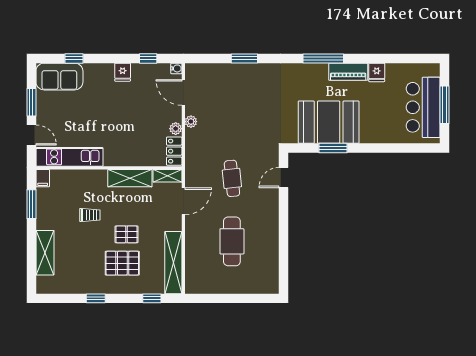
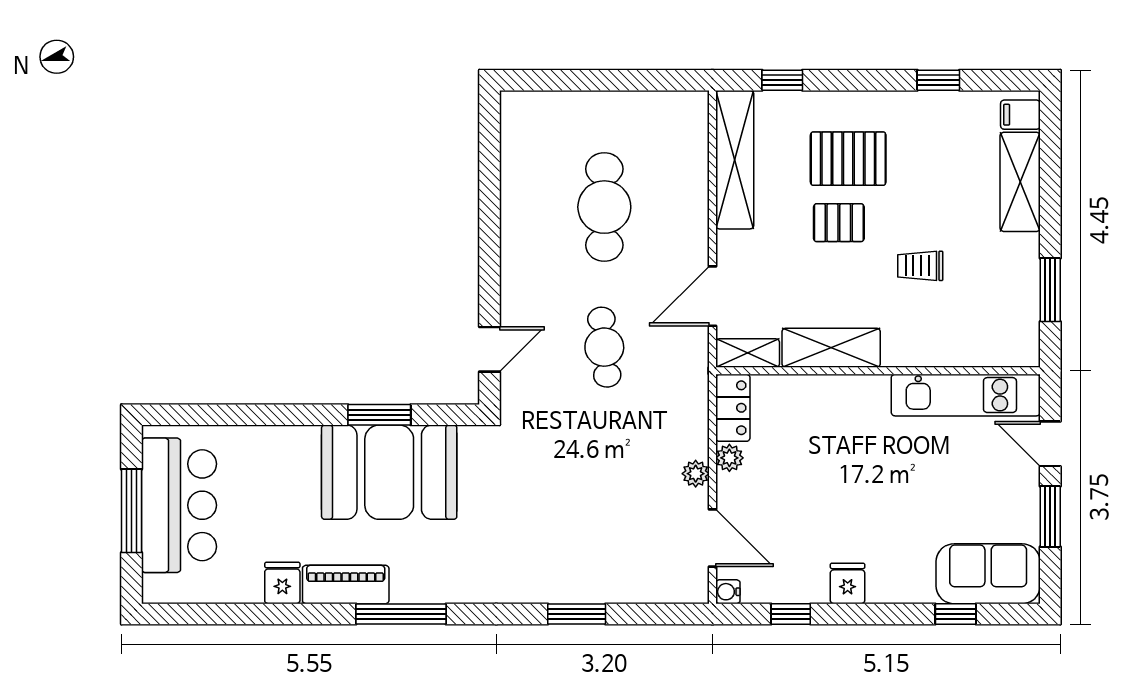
filing cabinet: (43, 178) -> (1020, 115), moved, turned -90
window: (96, 298) -> (938, 80), moved

